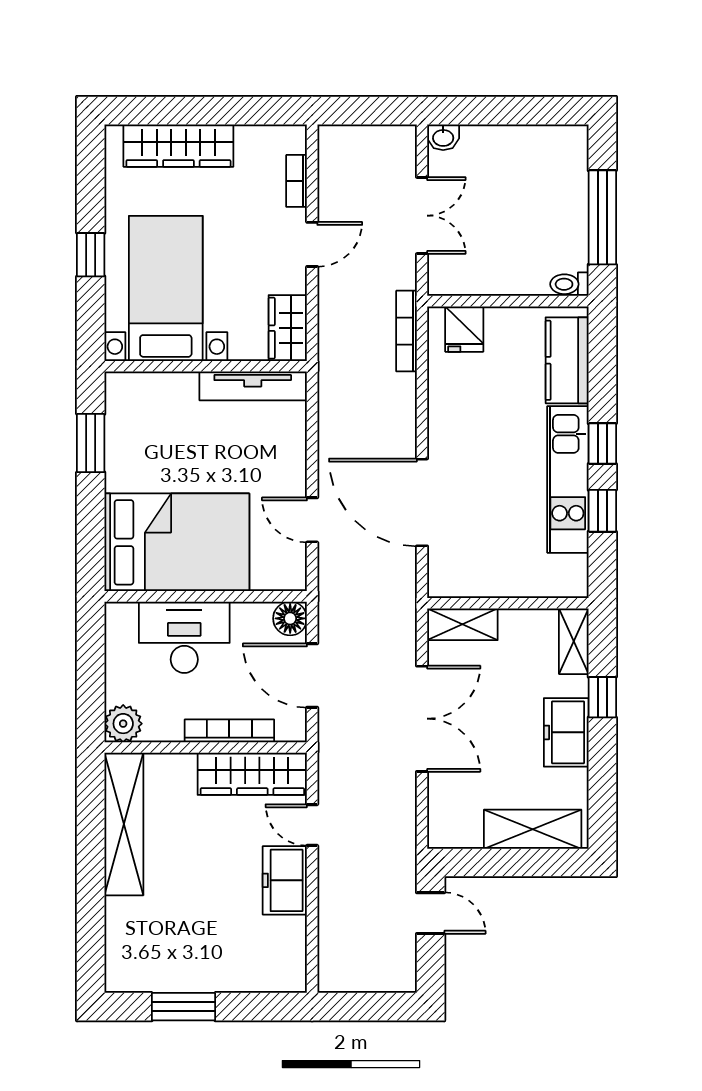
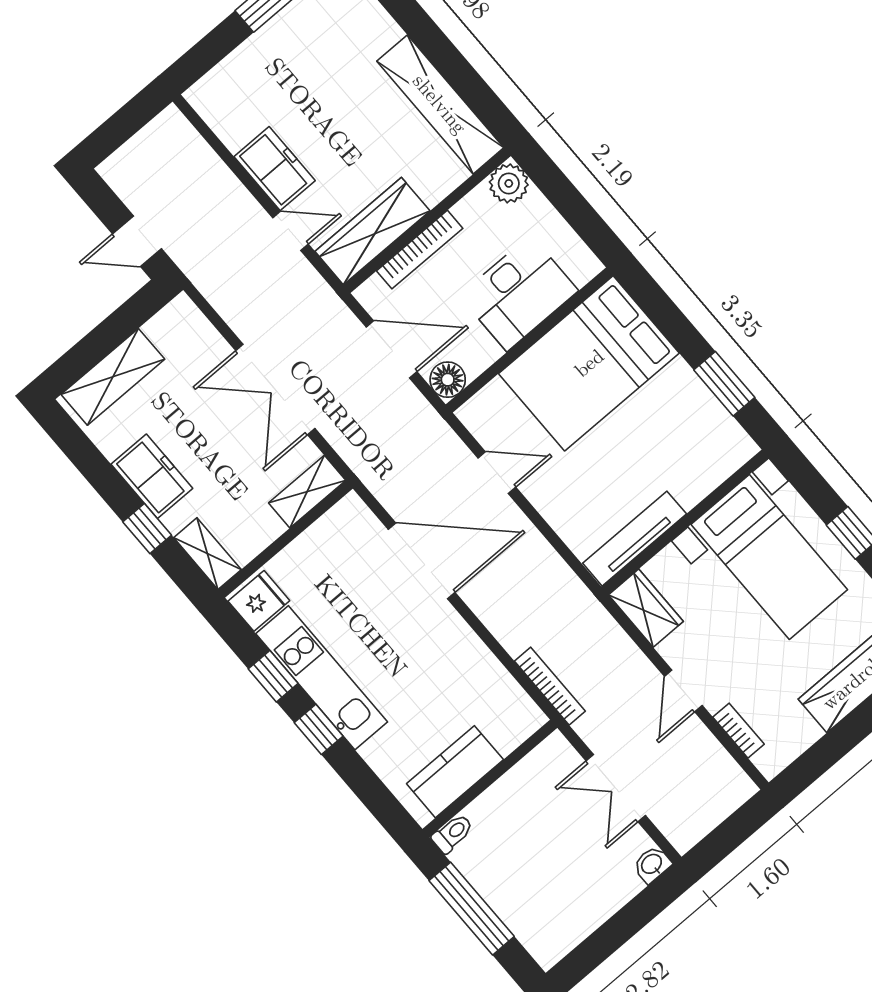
fridge: (464, 329) -> (259, 601), moved, turned 90
kitchen counter: (567, 360) -> (455, 772), moved, turned -90

